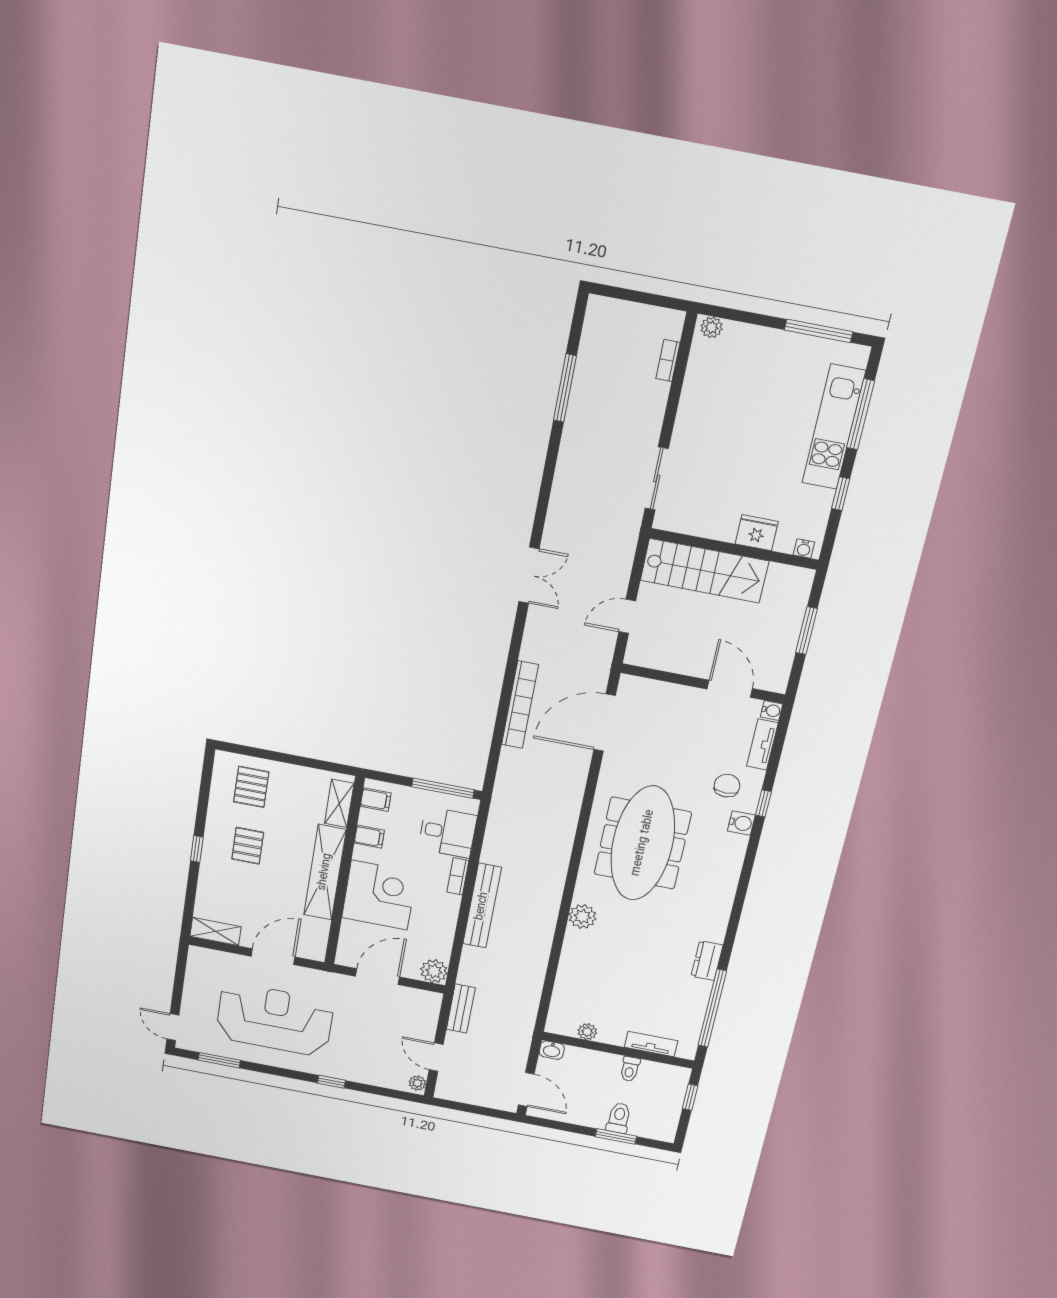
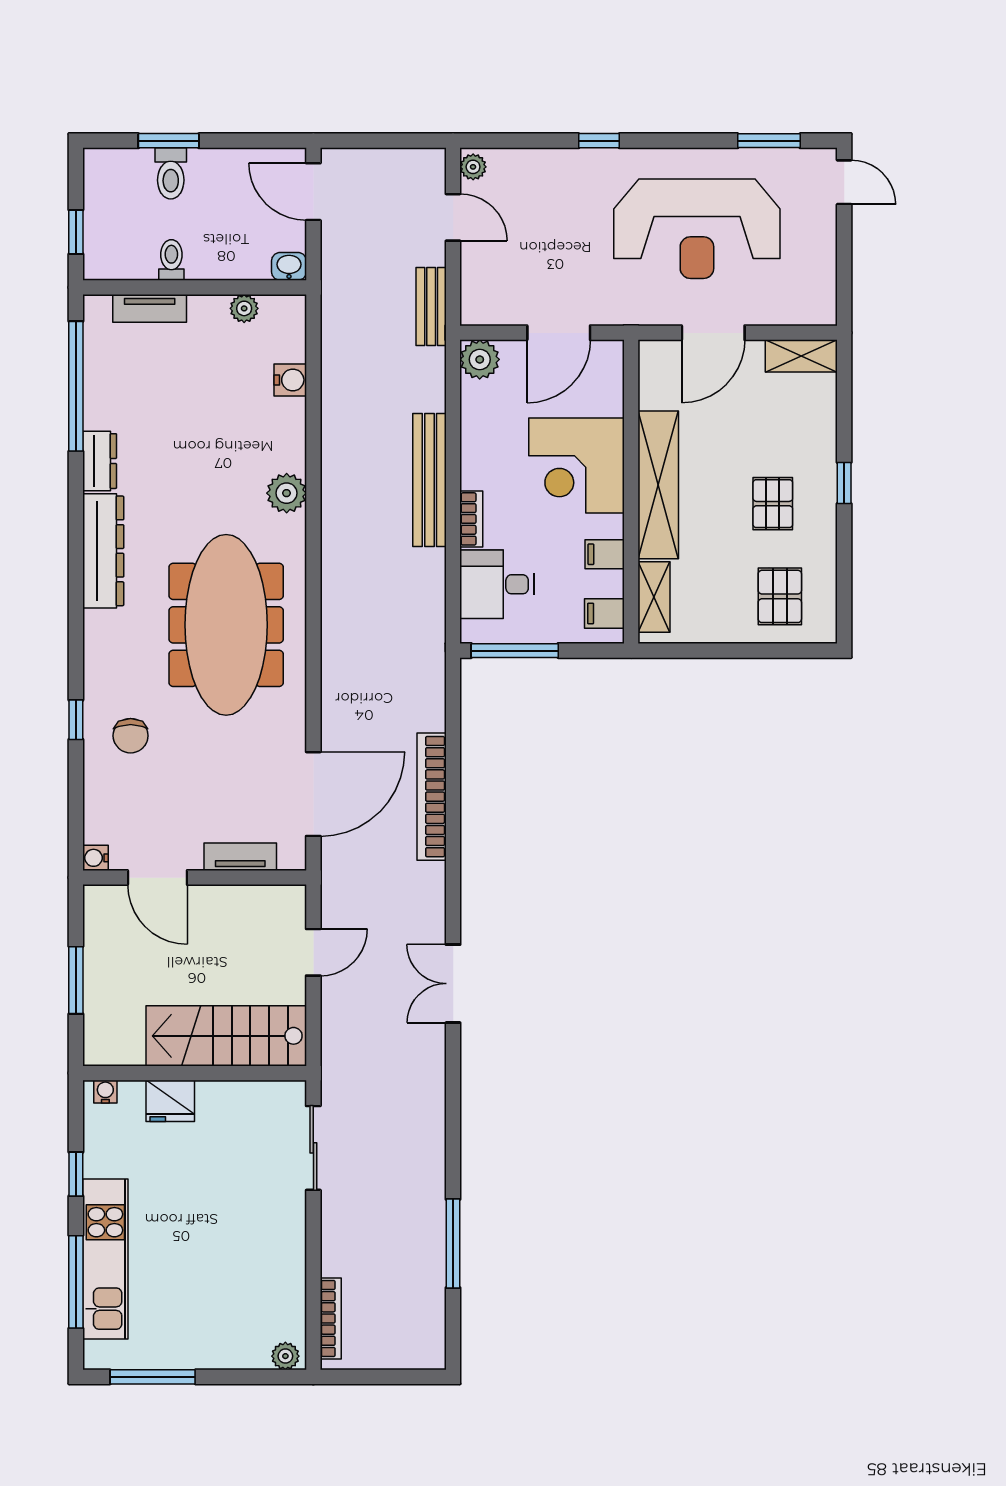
bookcase: (668, 361) -> (331, 1318), width x1.56
tv unit: (762, 744) -> (240, 857), moved, turned -90
water cooler: (741, 823) -> (290, 380), moved, turned 180
dresser: (718, 906) -> (103, 551), added

